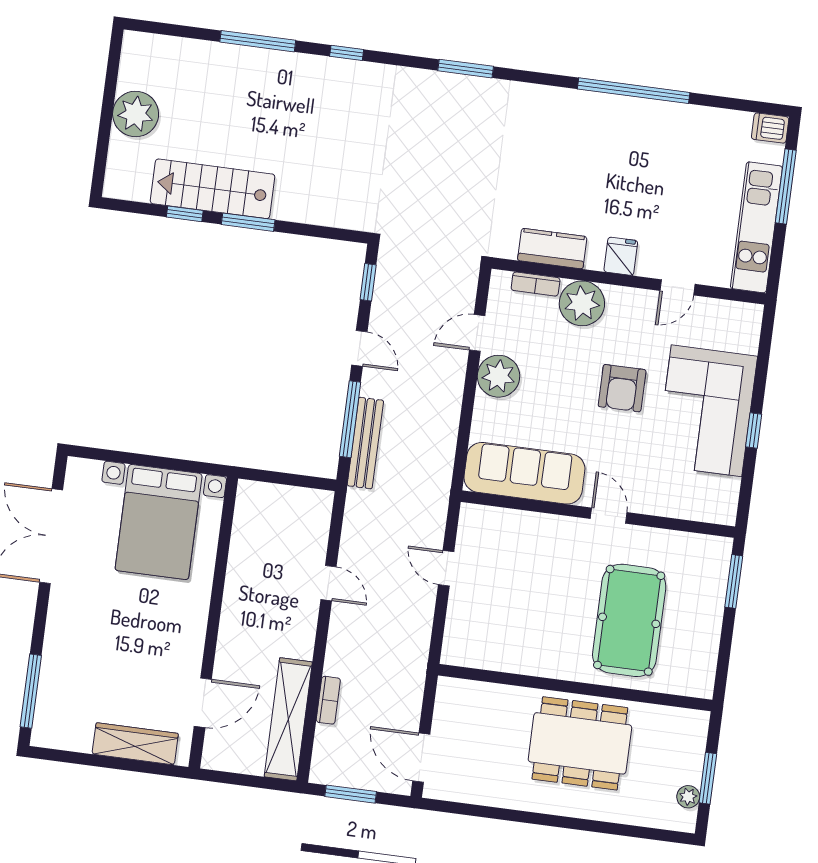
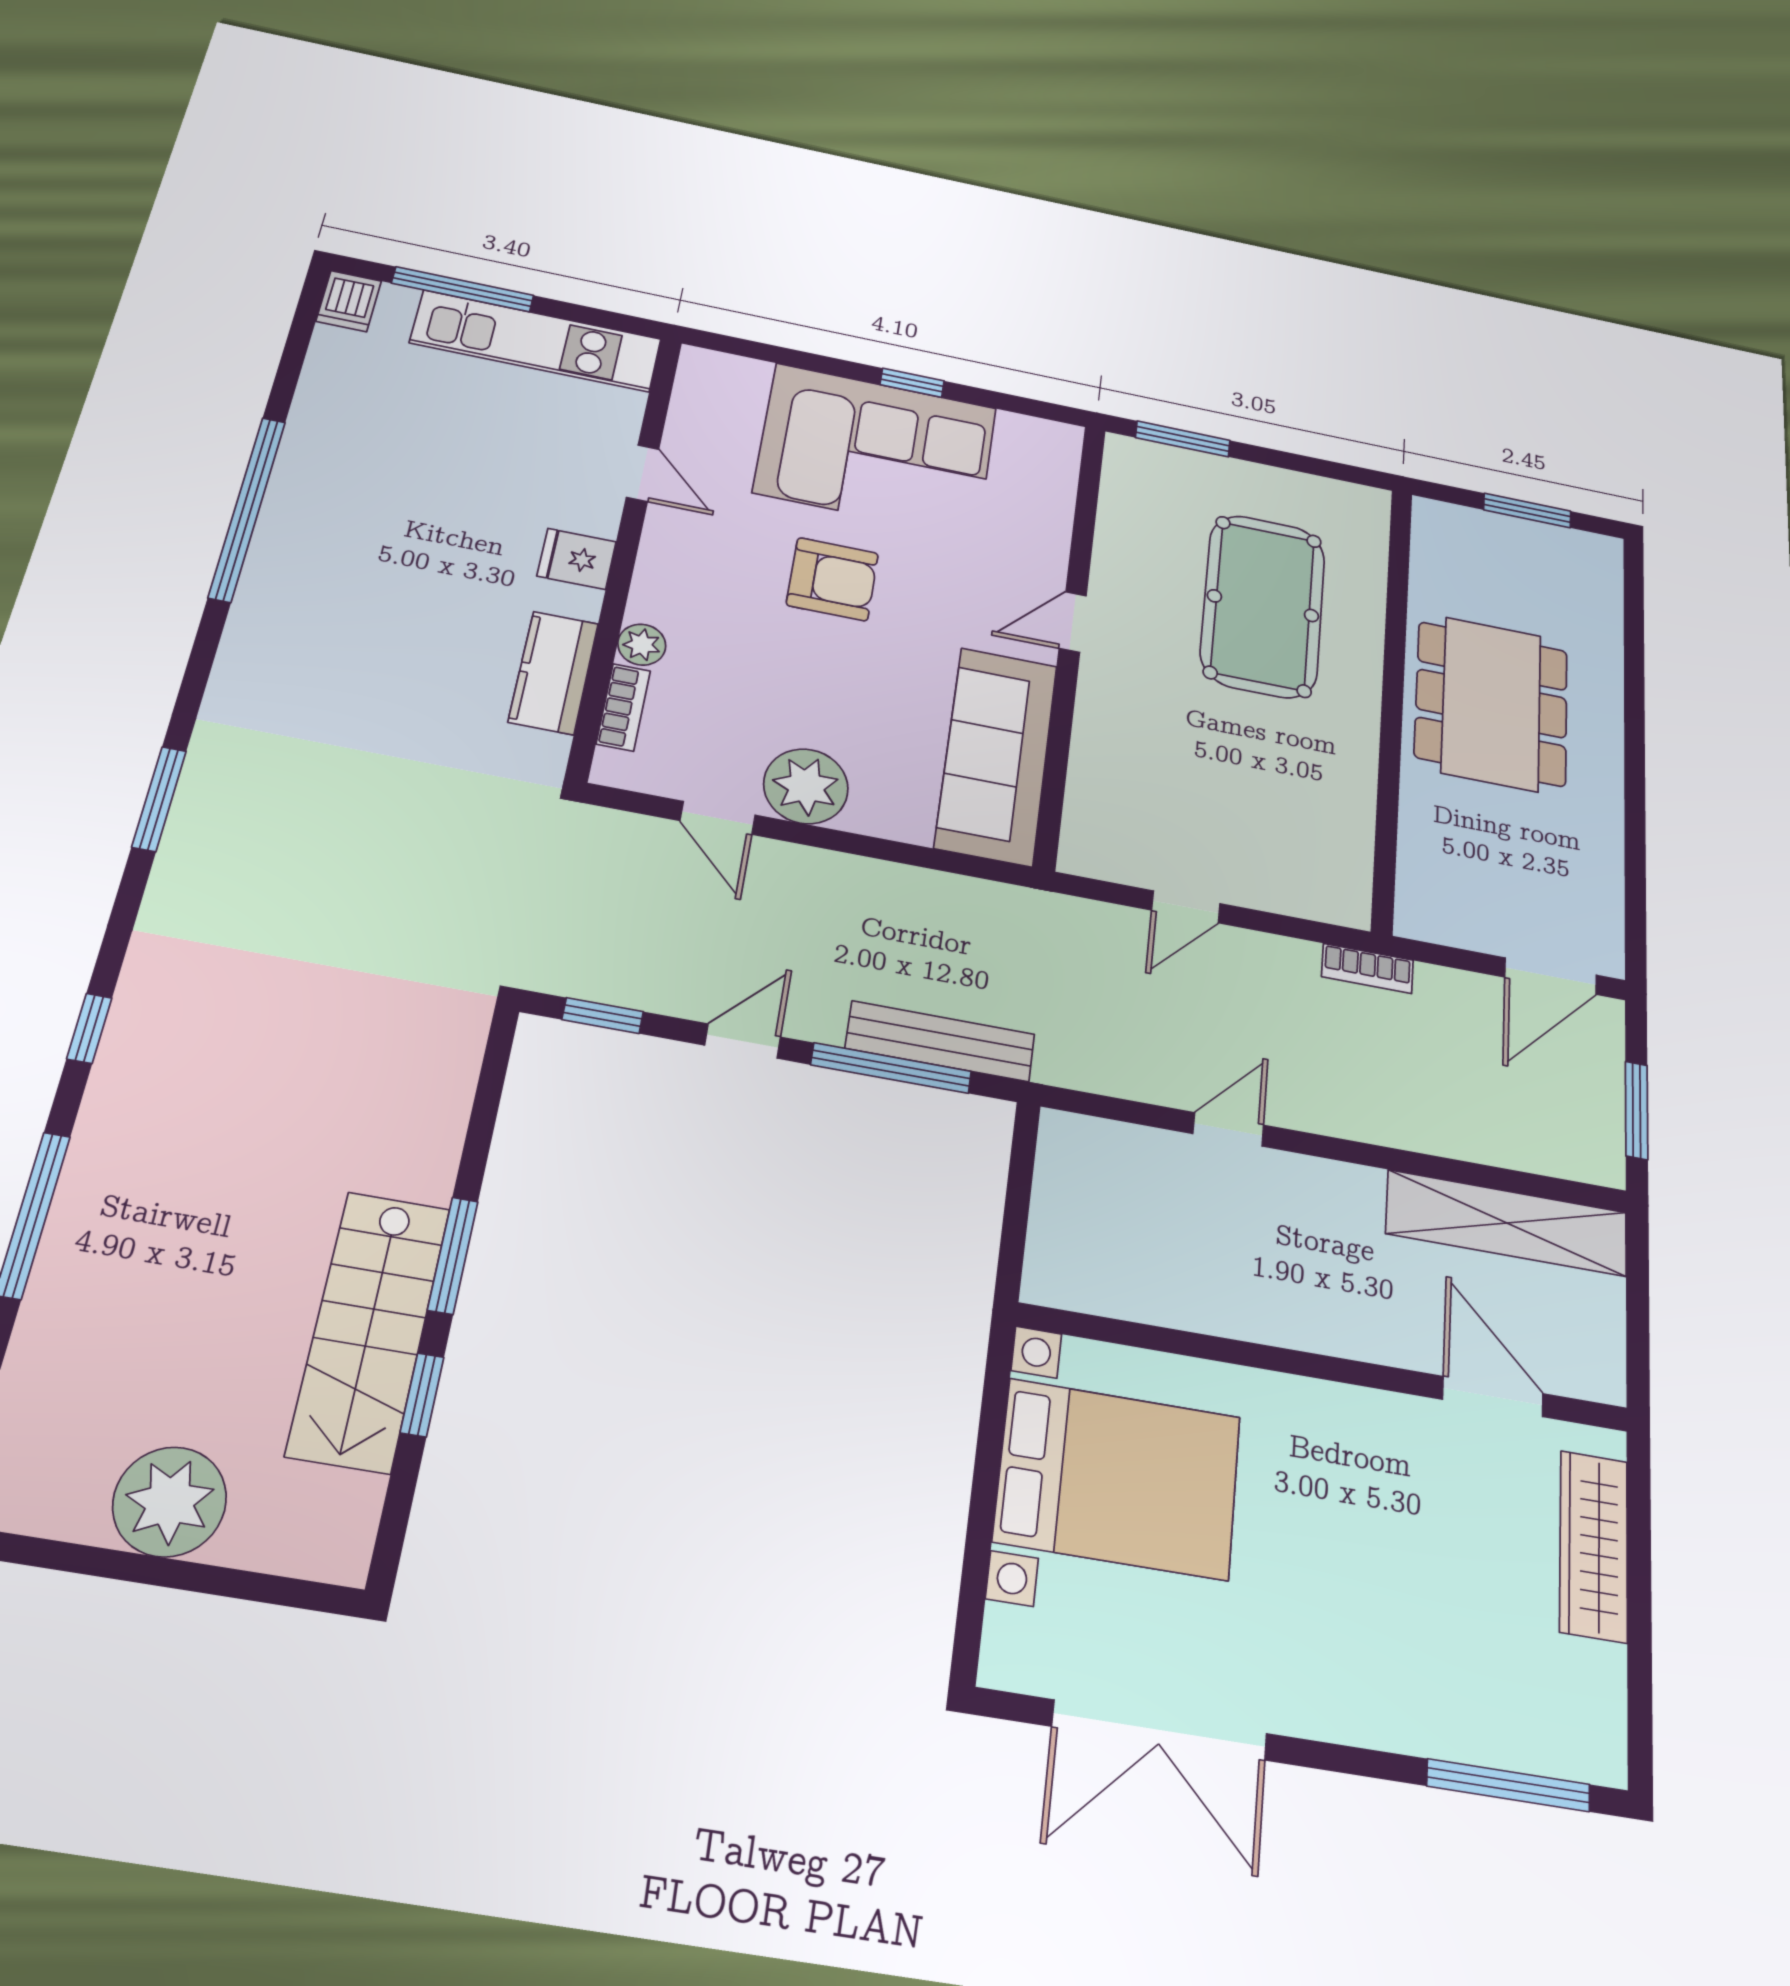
plant: (582, 303) -> (642, 645), width x0.53, depth x0.53
pool table: (629, 620) -> (1263, 606), turned 90
bookcase: (328, 700) -> (1367, 968), moved, turned 180
plant: (688, 797) -> (1563, 543), removed

